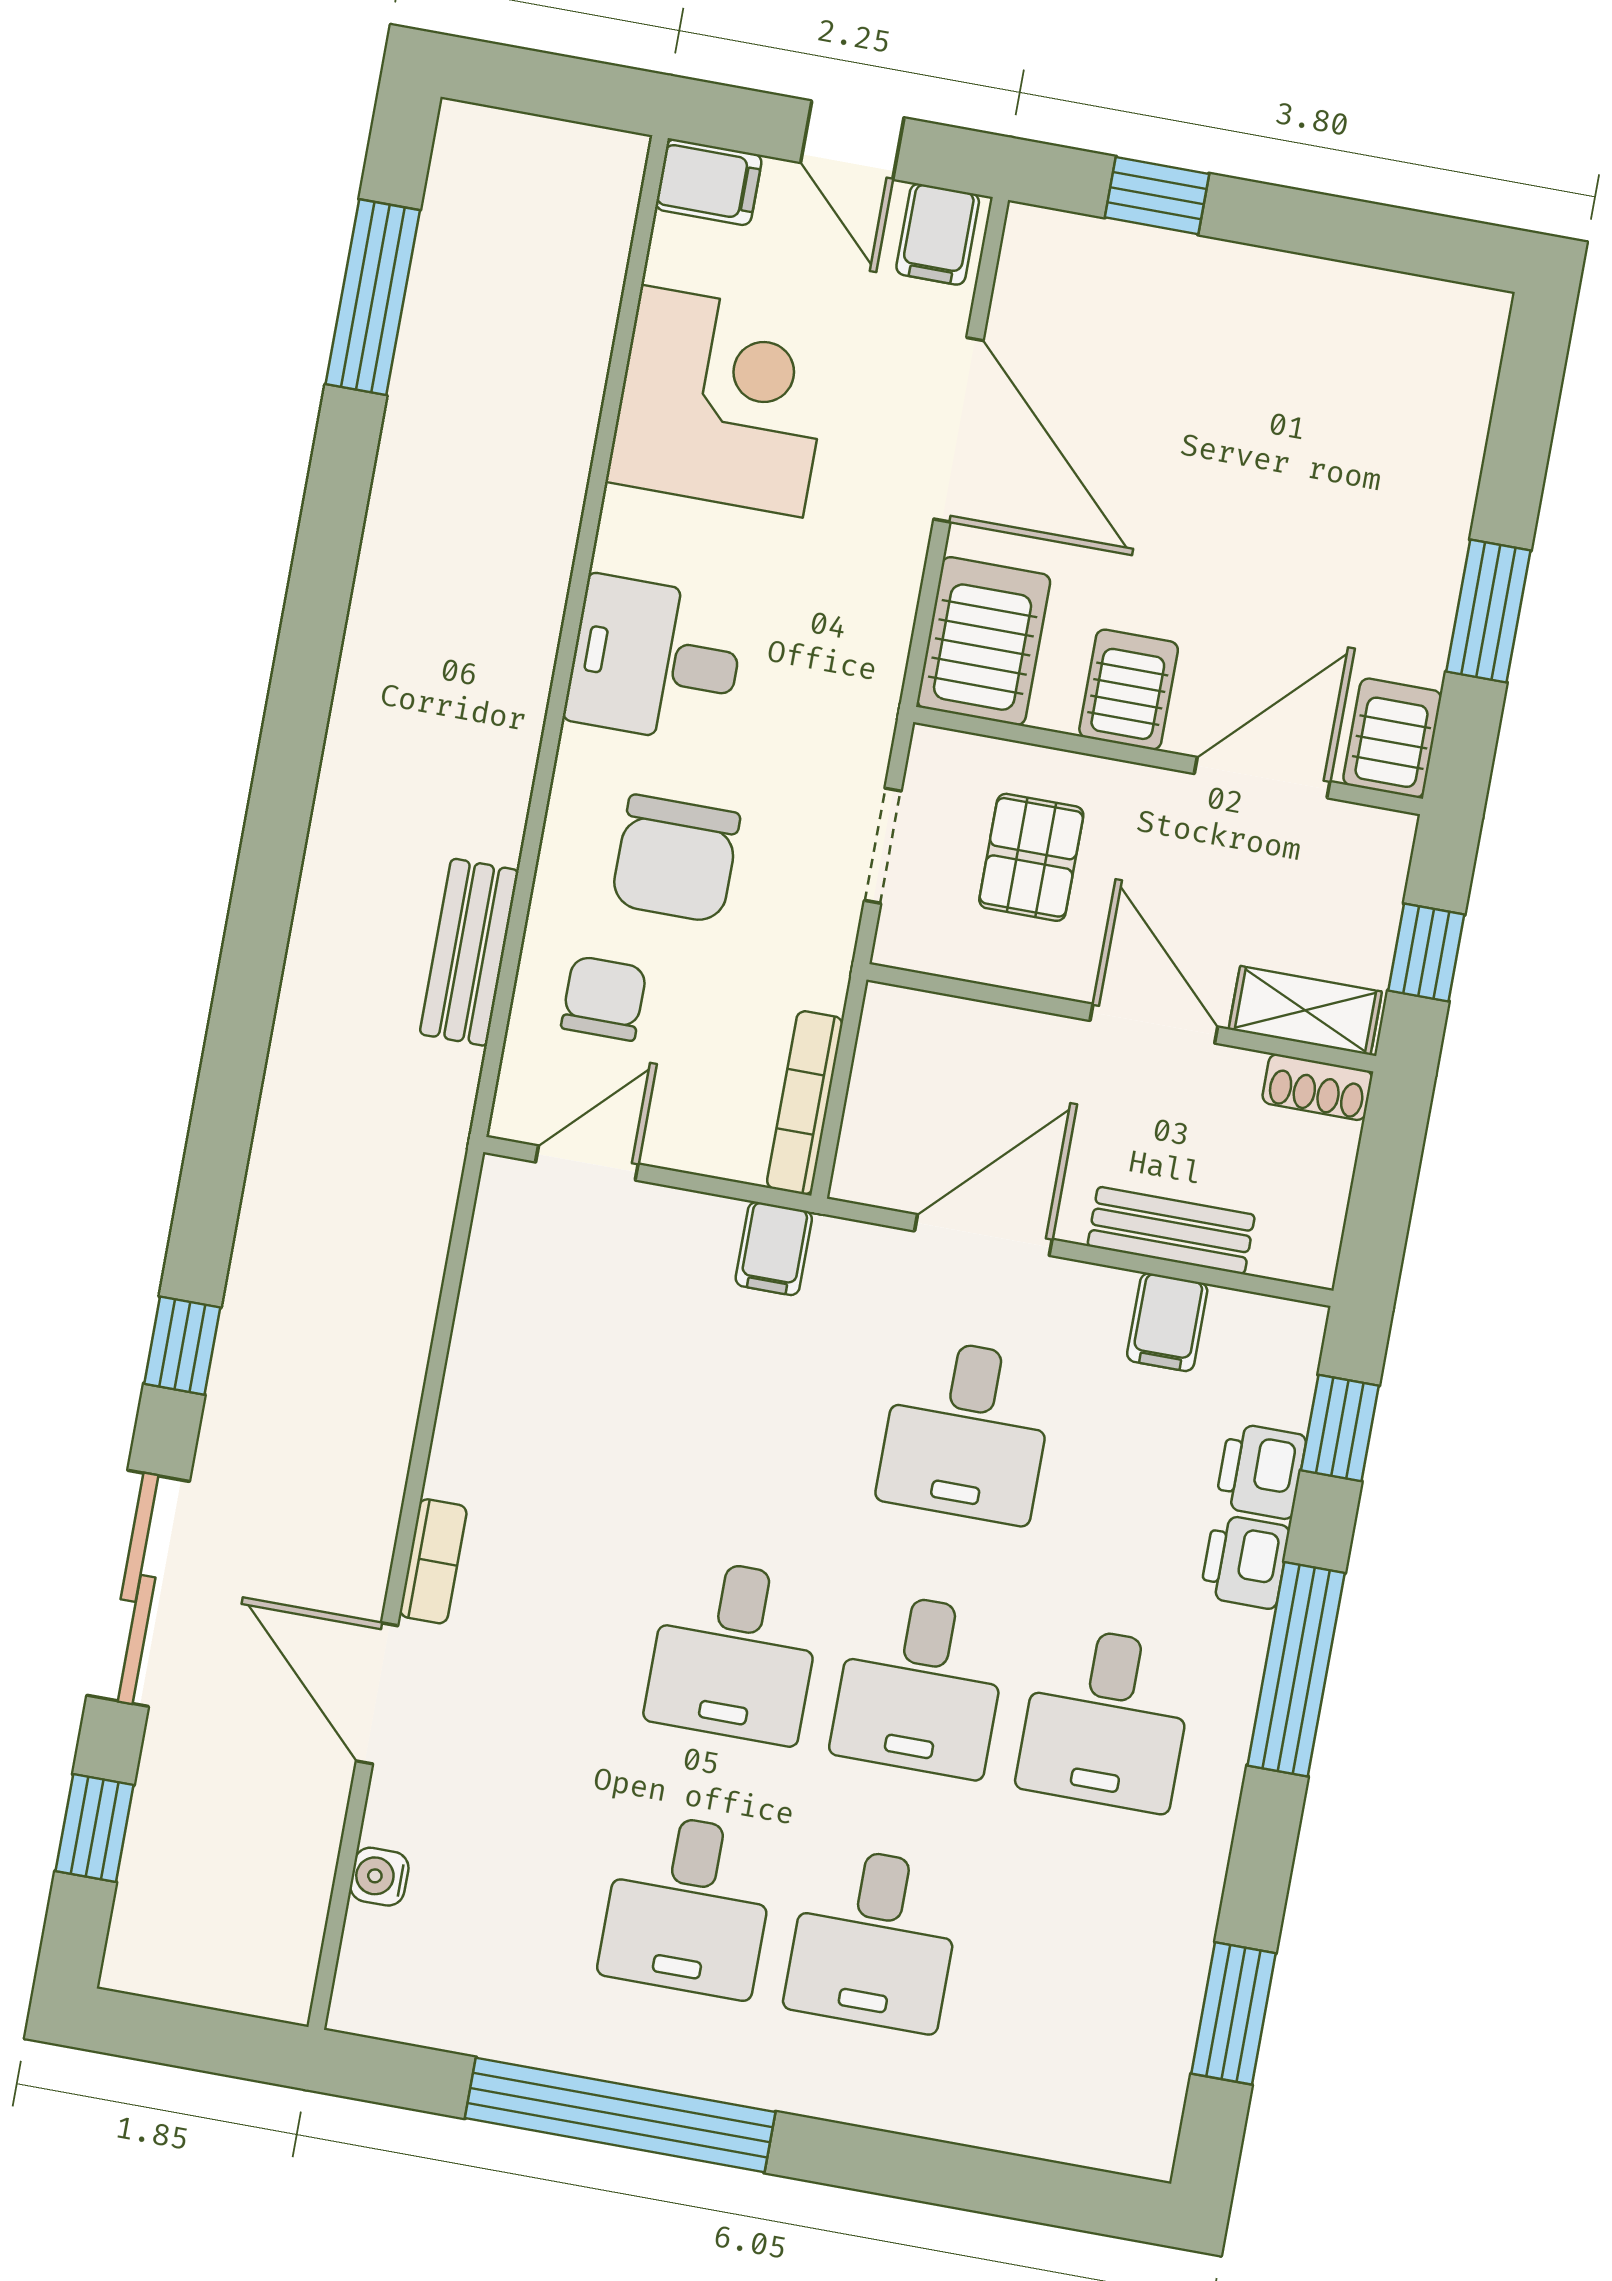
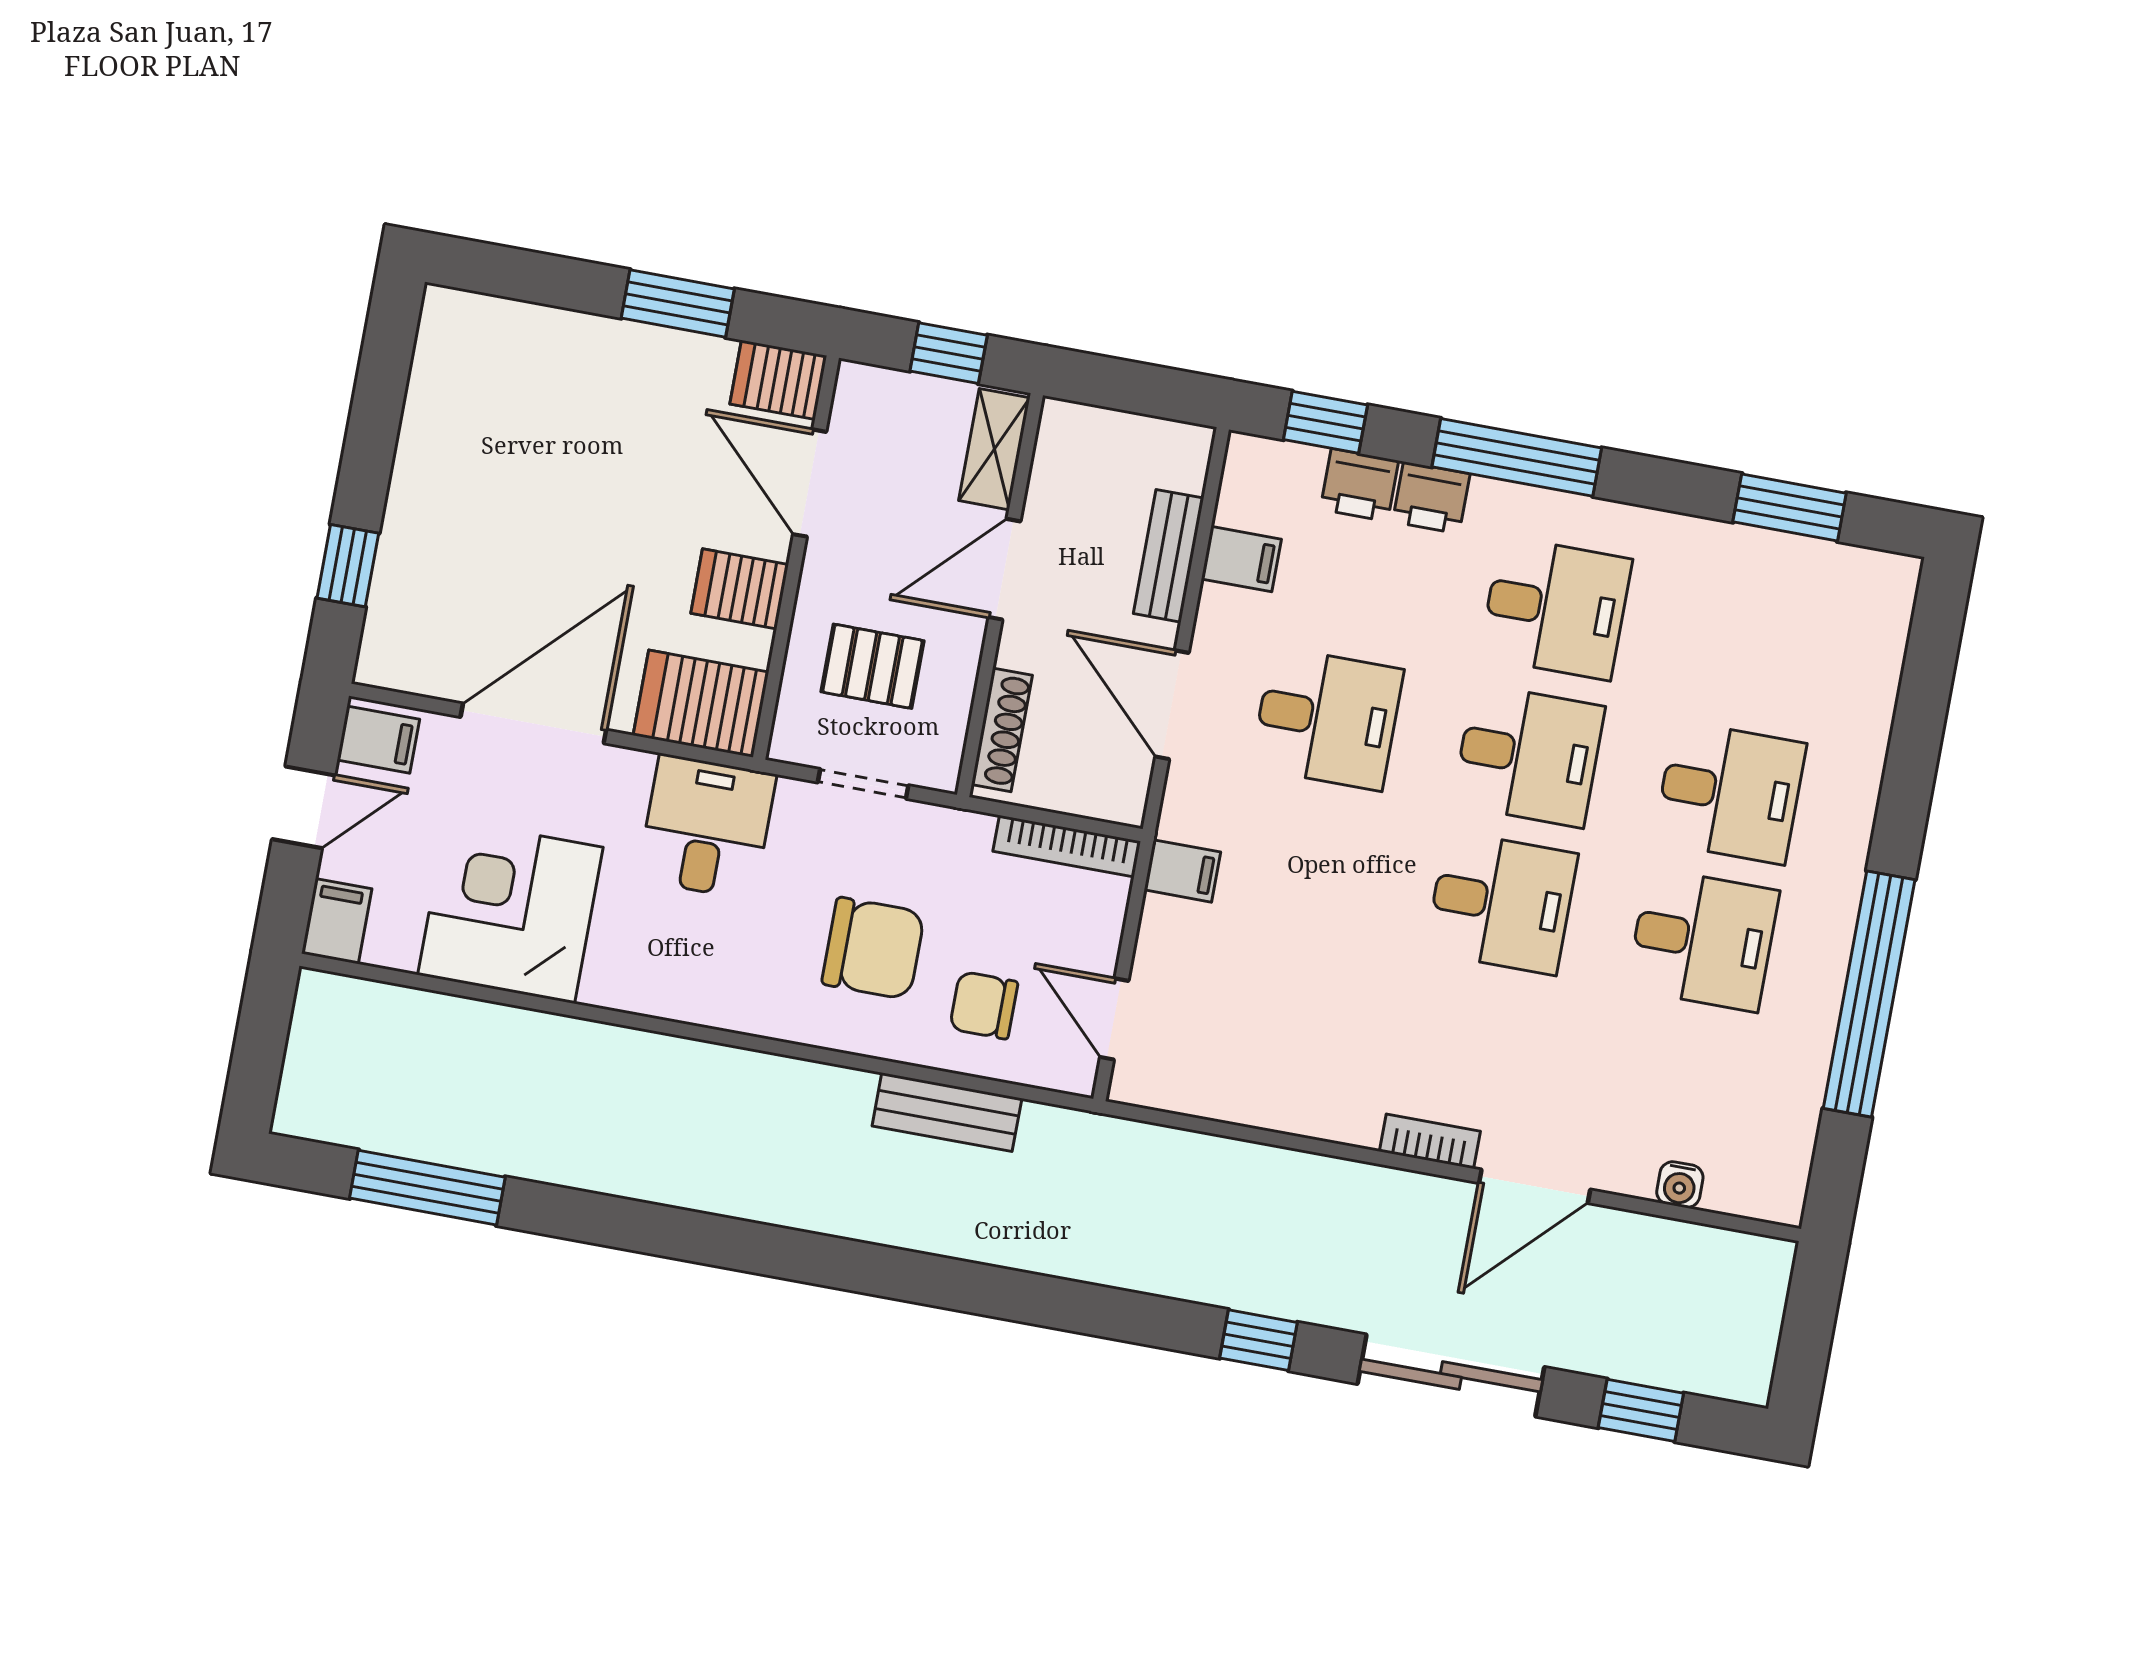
desk: (655, 660) -> (707, 827), moved, turned 180
shoe rack: (1317, 1087) -> (1002, 730), moved, width x1.43

